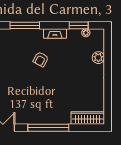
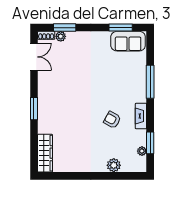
armchair: (41, 59) -> (112, 120), moved
window: (48, 128) -> (34, 109), width x0.47

